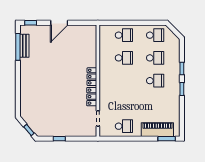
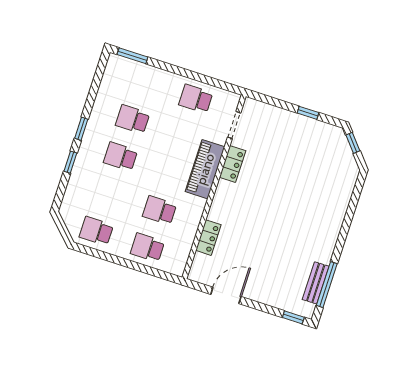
door: (59, 23) -> (226, 295), moved
school desk: (155, 58) -> (133, 119), moved
locker: (92, 77) -> (208, 238), moved
piano: (157, 130) -> (205, 169), moved, turned 90

